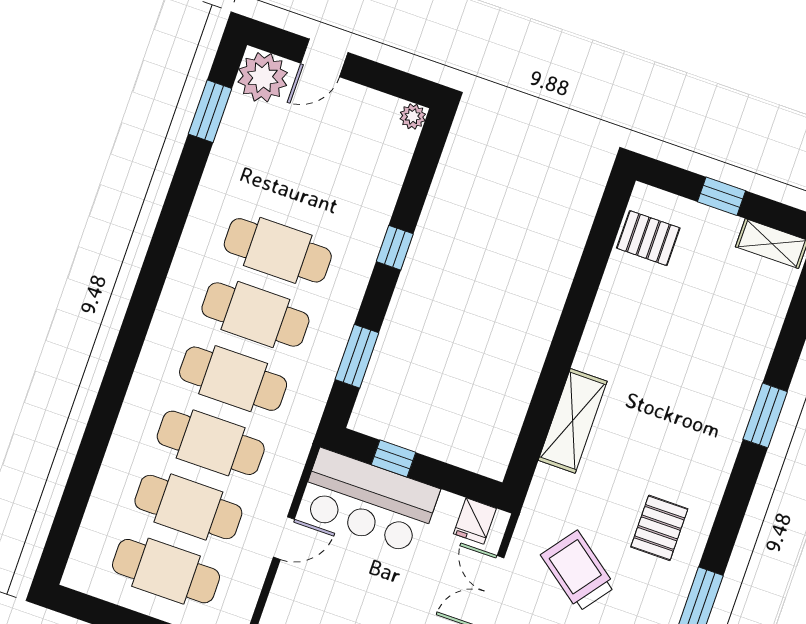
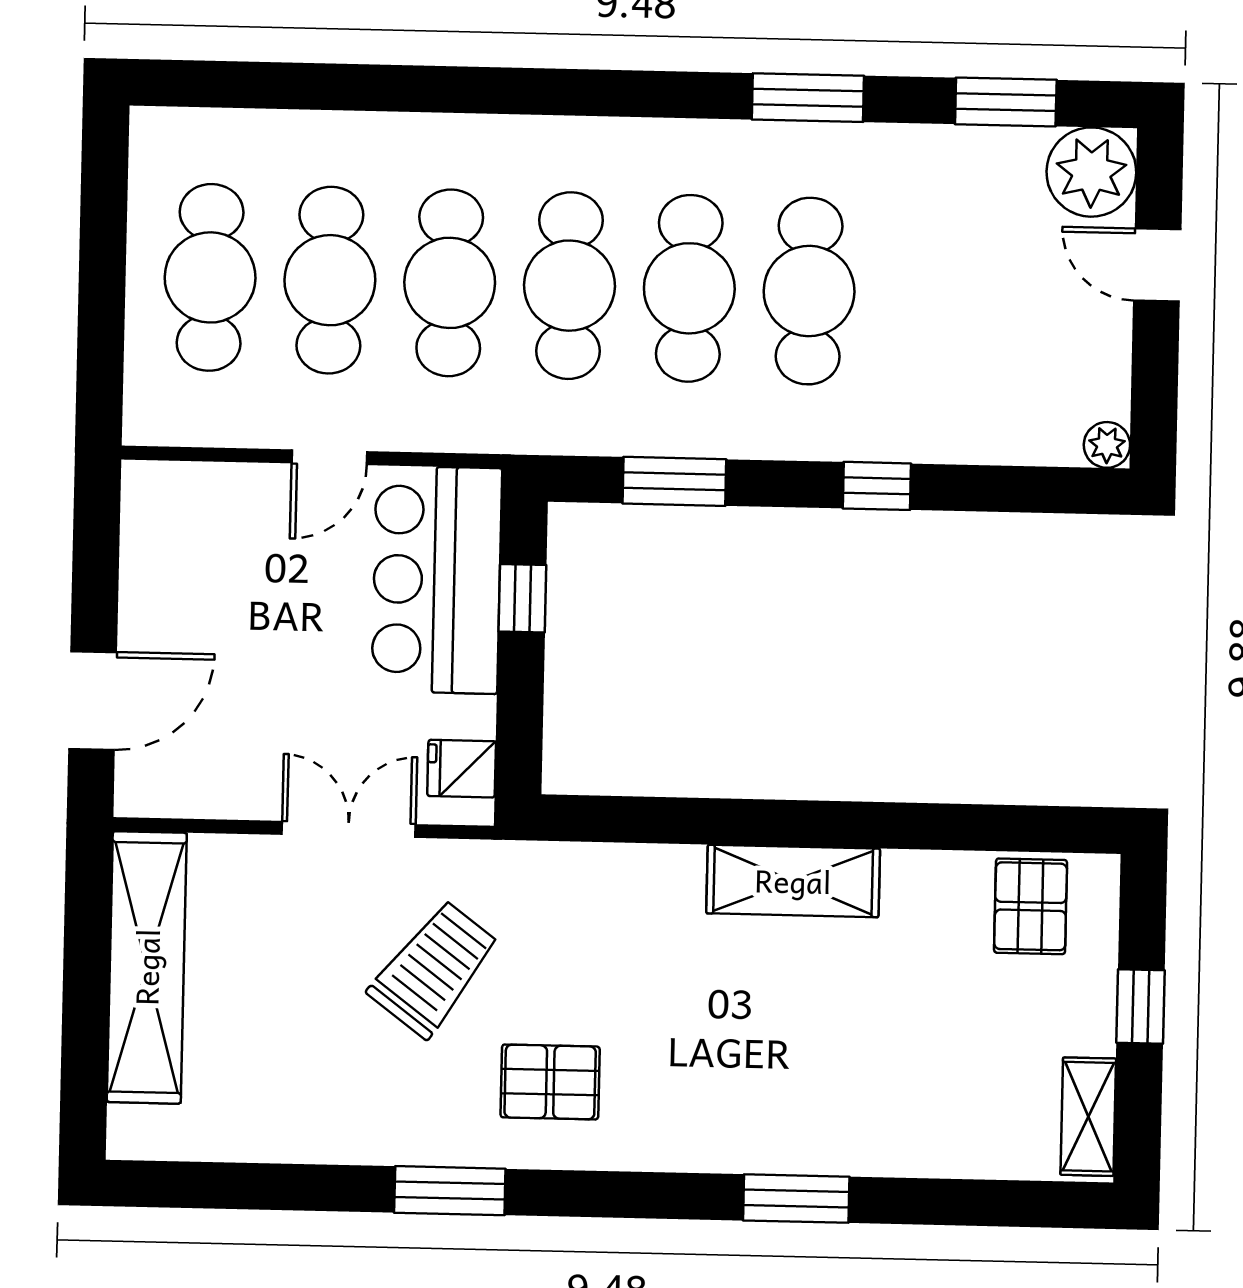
window: (173, 217) -> (808, 98), added
shelving: (573, 421) -> (793, 881), moved
door: (284, 538) -> (329, 457), hinge flipped

